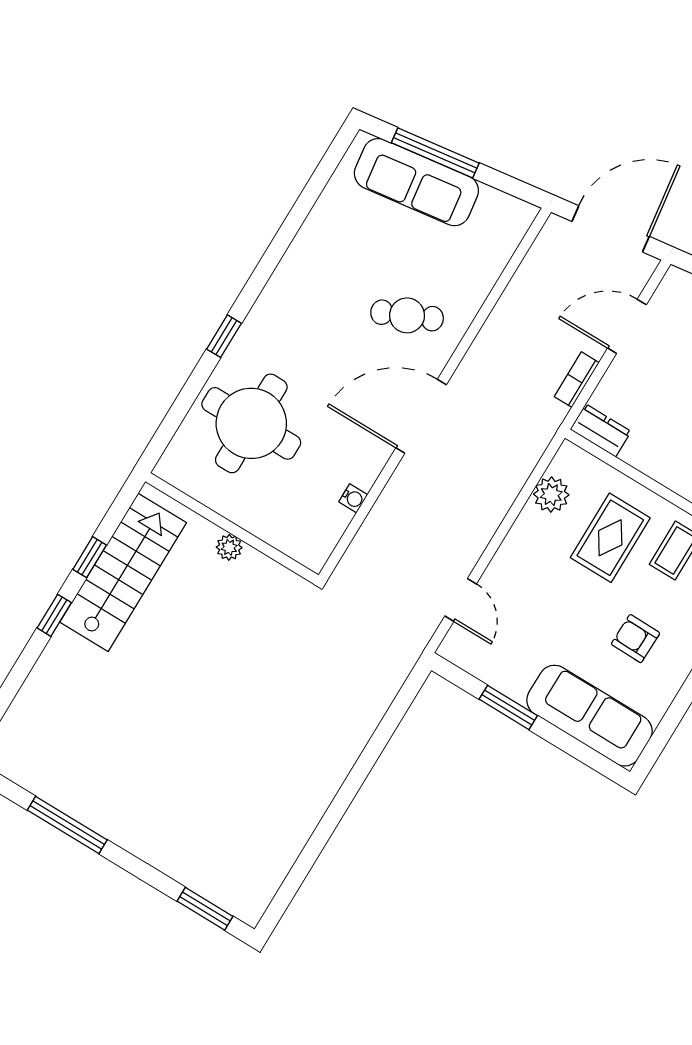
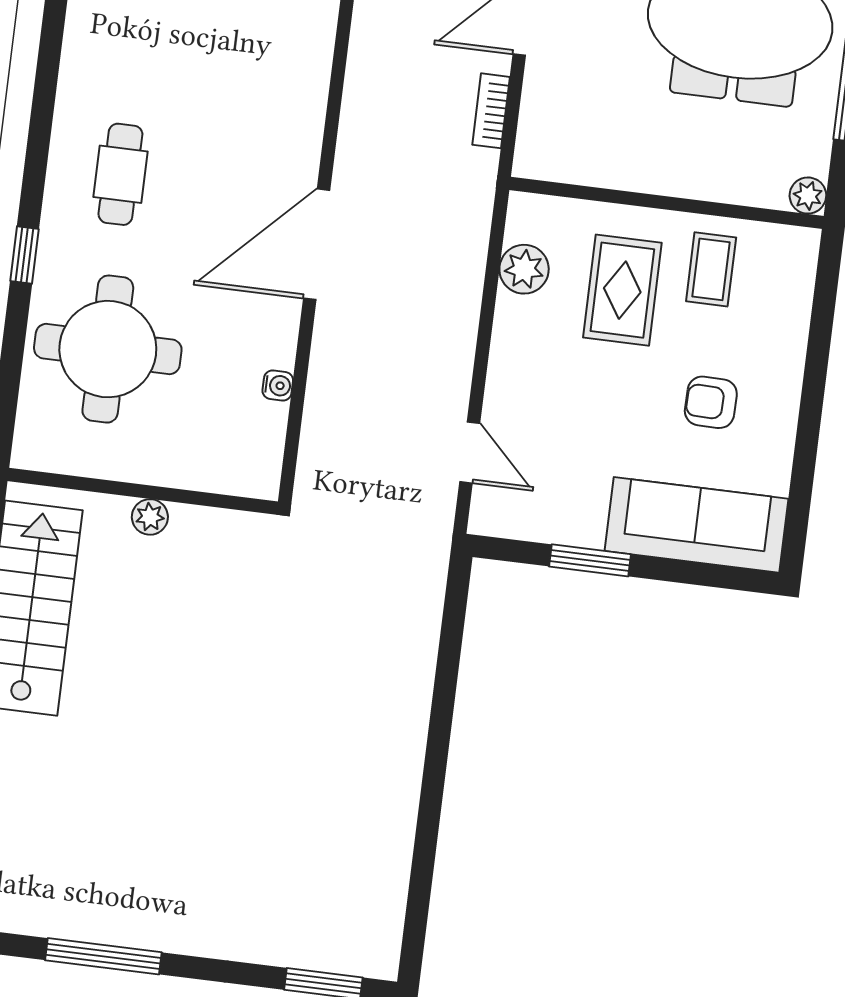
cafe table: (407, 315) -> (120, 174), moved, turned -66
dresser: (601, 430) -> (550, 161), removed

